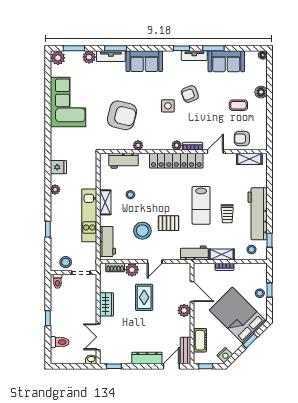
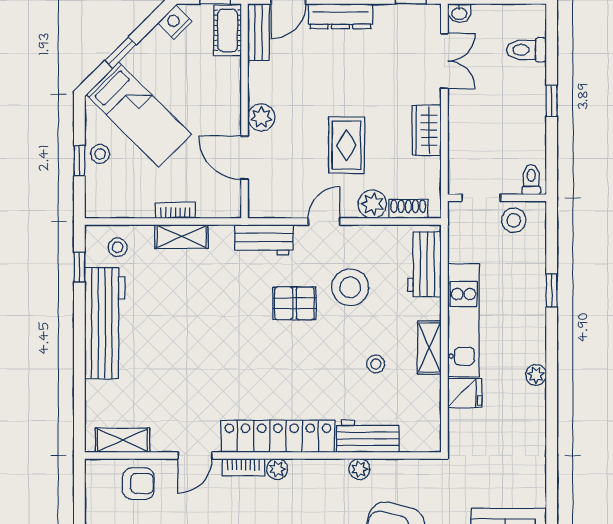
workbench: (123, 161) -> (368, 436), moved
fridge: (58, 167) -> (465, 393), moved, turned 180
lab bench: (201, 205) -> (225, 341), removed
trolley: (227, 214) -> (170, 323), removed
workbench: (194, 253) -> (264, 240), moved
bed: (238, 316) -> (139, 115), width x0.67
cot: (200, 340) -> (228, 30), moved

